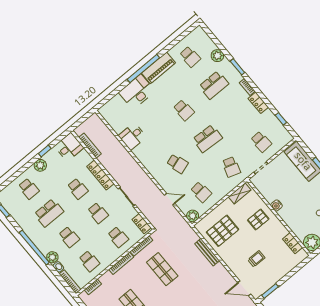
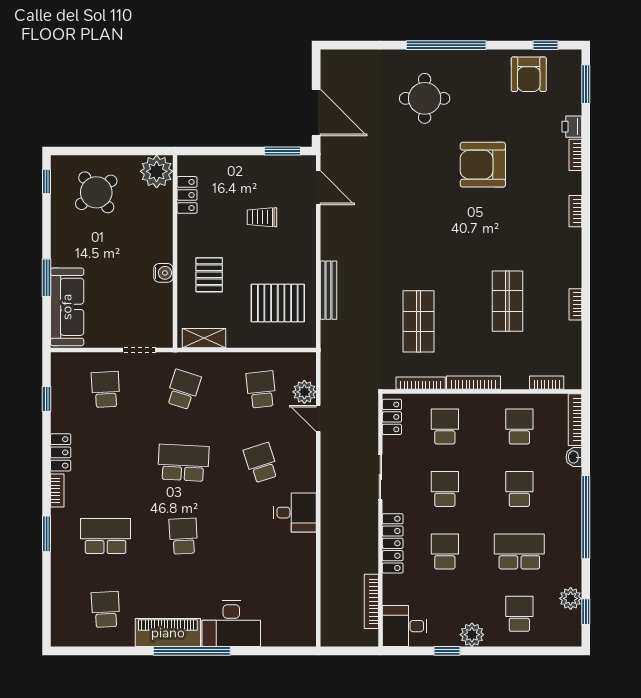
plant: (217, 56) -> (63, 576), removed
desk: (132, 136) -> (295, 513), moved
plant: (193, 216) -> (304, 392), moved
pallet: (258, 220) -> (209, 275), turned 90
plant: (52, 257) -> (571, 598), moved

